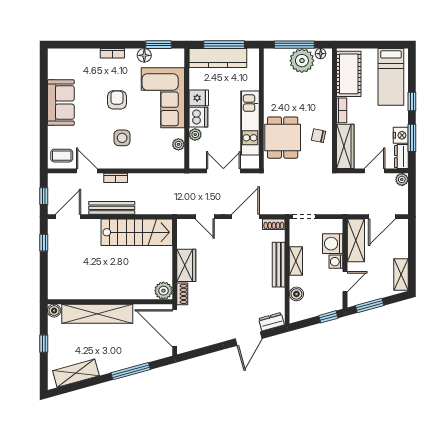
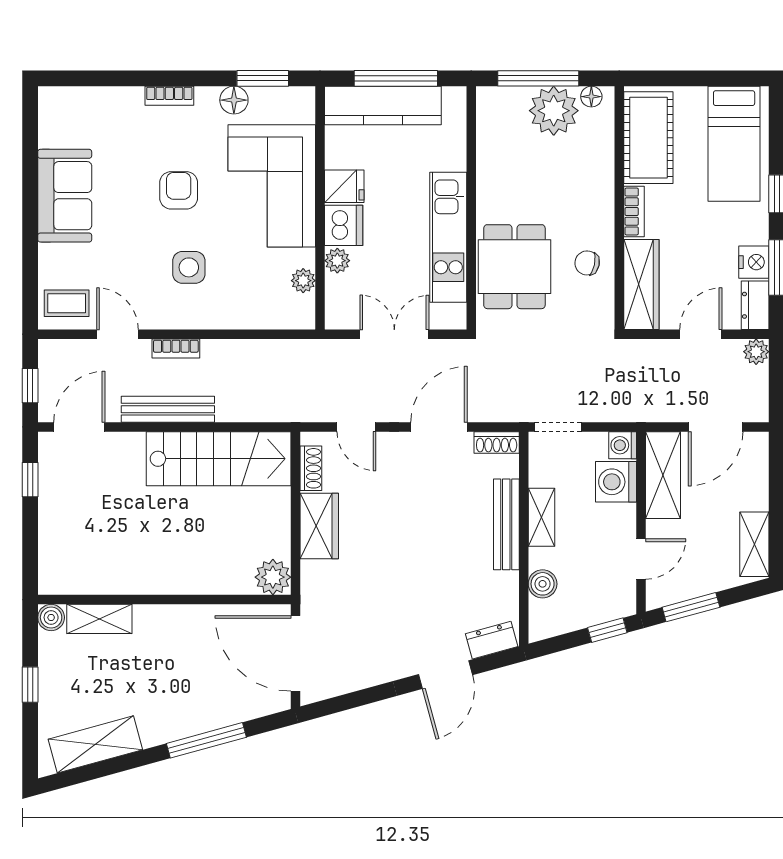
washing machine: (336, 262) -> (623, 445), moved
shoe rack: (182, 294) -> (311, 468), moved
shelving: (97, 314) -> (99, 619), width x0.45, depth x0.75

